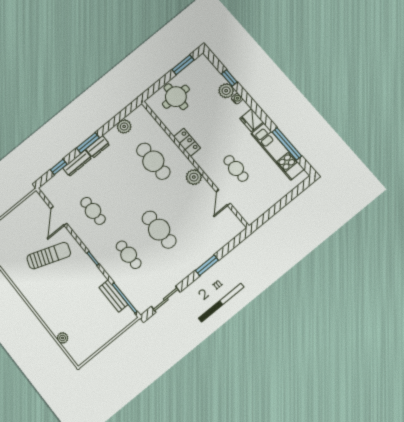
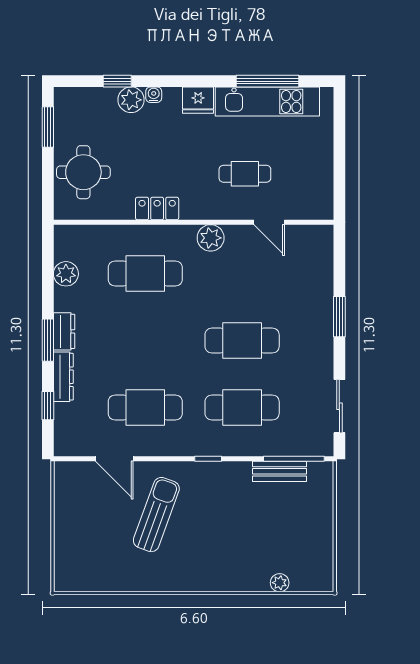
cafe table: (93, 211) -> (145, 408), width x1.37, depth x1.35
cafe table: (129, 255) -> (242, 408), width x1.37, depth x1.35

